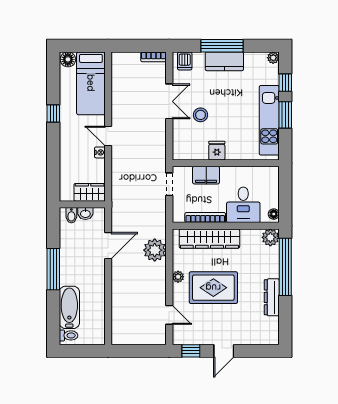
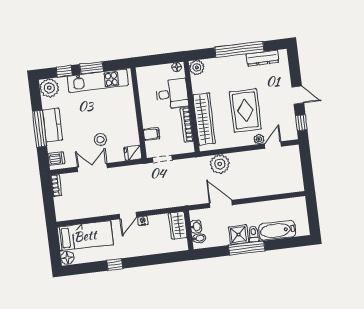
plant: (273, 58) -> (49, 88), width x1.87, depth x1.87
fridge: (217, 151) -> (133, 153), moved
filing cabinet: (206, 175) -> (152, 134), width x0.50
shower: (70, 262) -> (239, 235), added
window: (285, 267) -> (239, 49), moved
plant: (178, 277) -> (259, 139), moved
dresser: (272, 297) -> (263, 58), moved
toilet: (69, 335) -> (253, 234), moved

